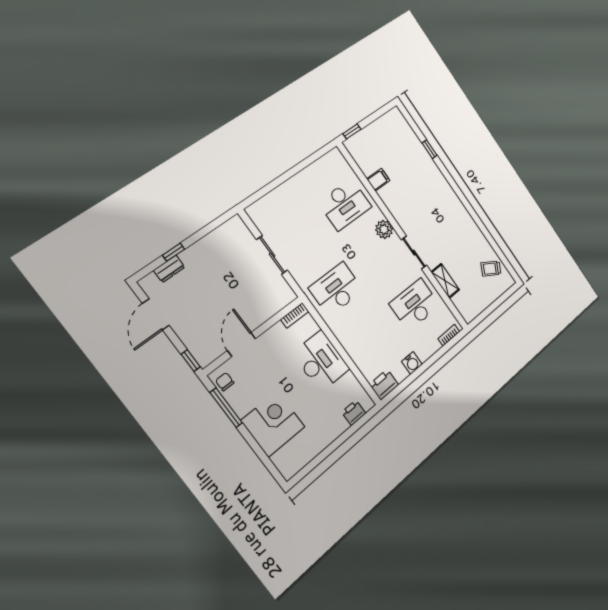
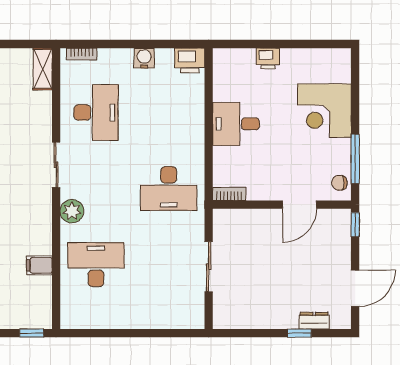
shelving: (445, 281) -> (43, 69), moved
desk: (415, 305) -> (96, 113), turned -90
desk: (321, 361) -> (236, 124), width x0.73
chair: (225, 382) -> (339, 183), turned 90
printer: (354, 413) -> (268, 58), moved

